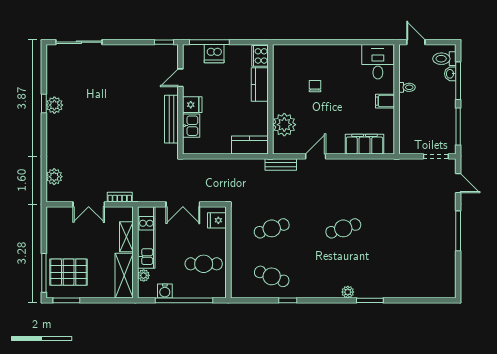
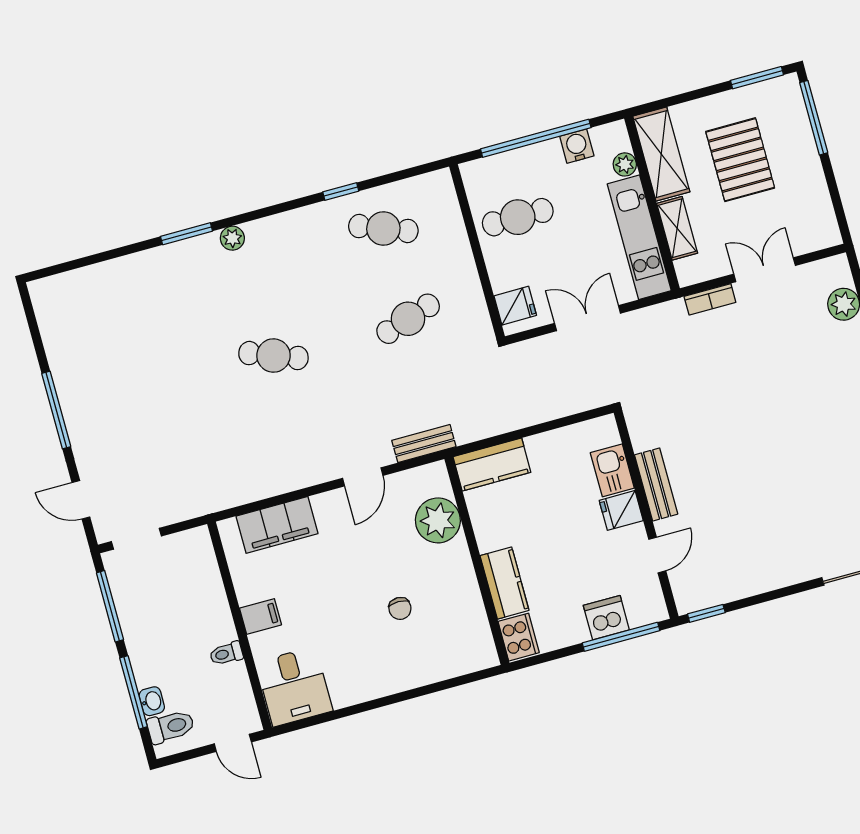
bench: (171, 119) -> (656, 485), width x0.73
cafe table: (343, 228) -> (273, 356), turned 39
pallet: (69, 272) -> (740, 160), moved, turned 90

